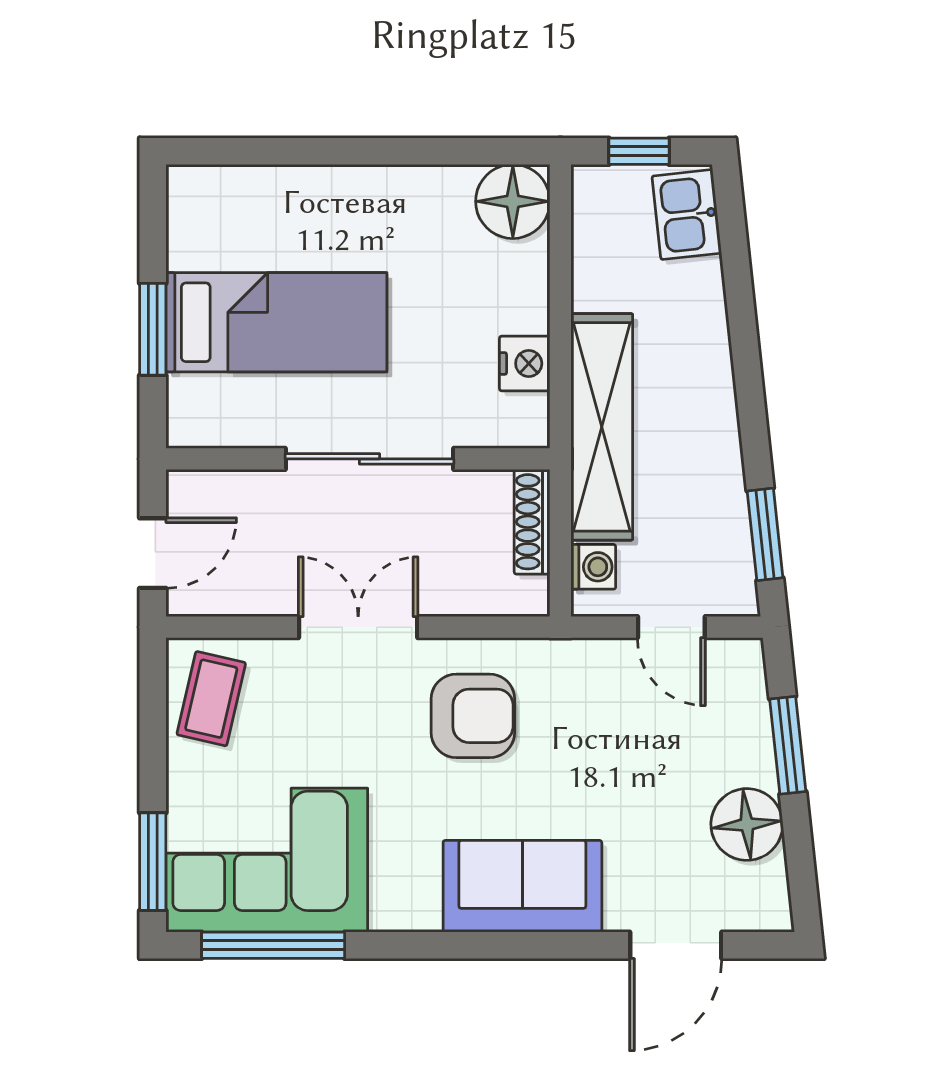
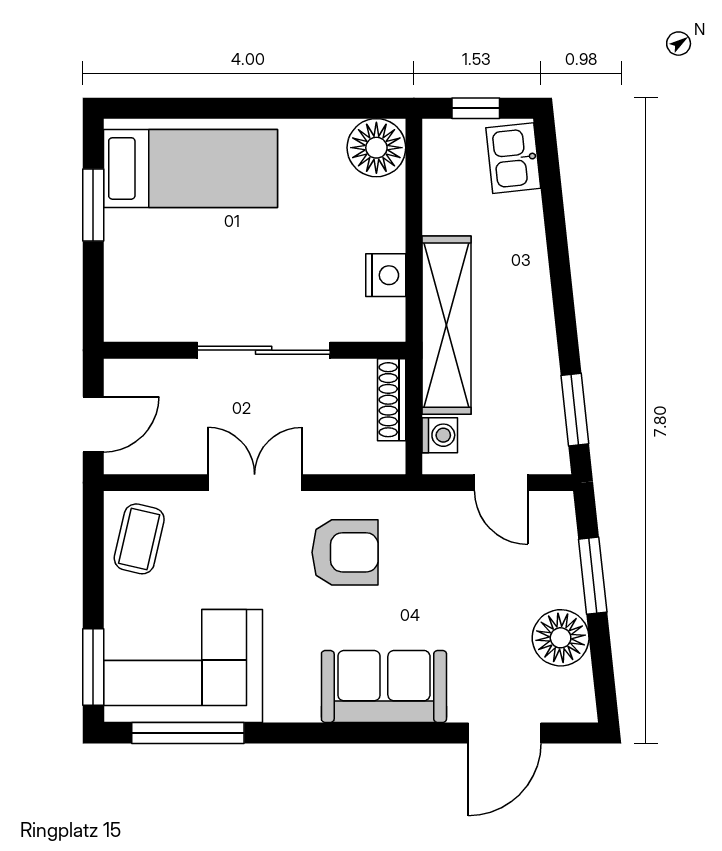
bed: (276, 322) -> (191, 168), moved
window: (153, 329) -> (93, 205), moved

